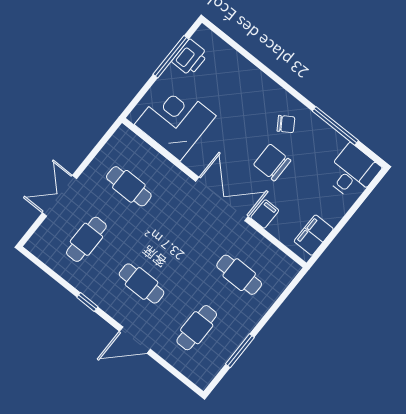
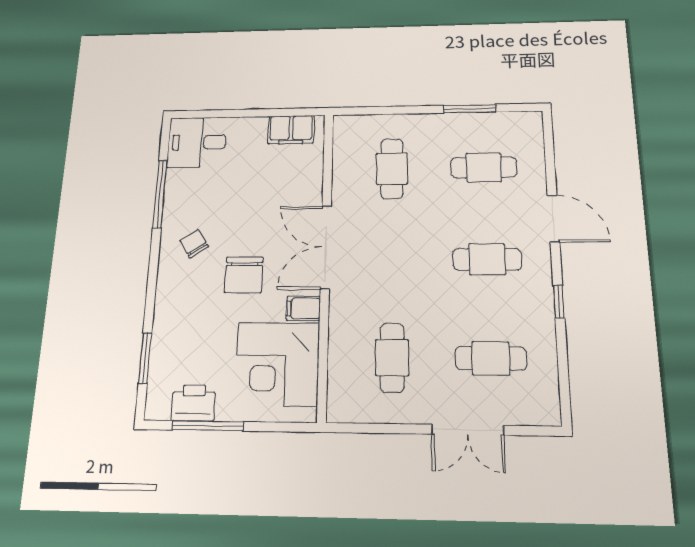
window: (238, 48) -> (145, 358), added
chair: (272, 163) -> (244, 275), moved
filing cabinet: (265, 214) -> (303, 308), moved
cafe table: (142, 283) -> (487, 259), turned 90

